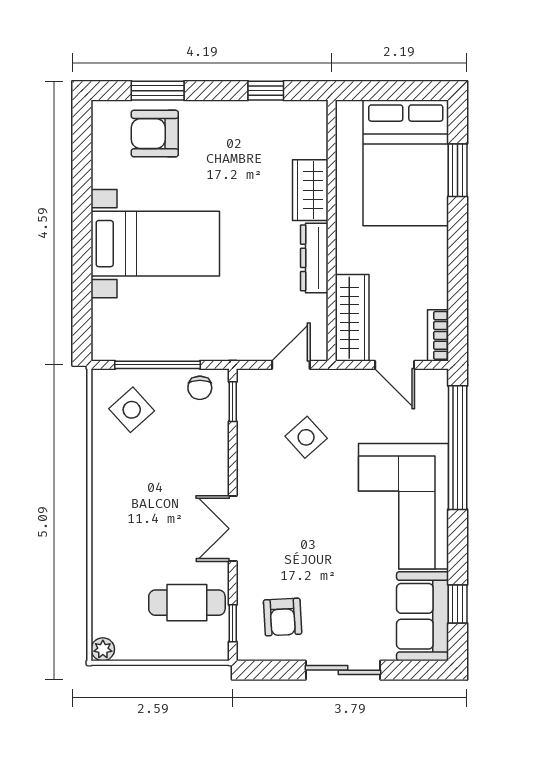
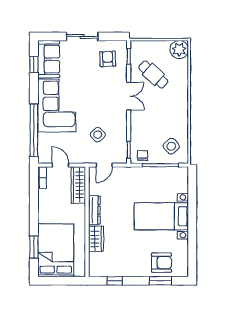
cafe table: (187, 603) -> (153, 74), moved, turned 42
plant: (103, 649) -> (179, 50), width x1.88, depth x1.88

